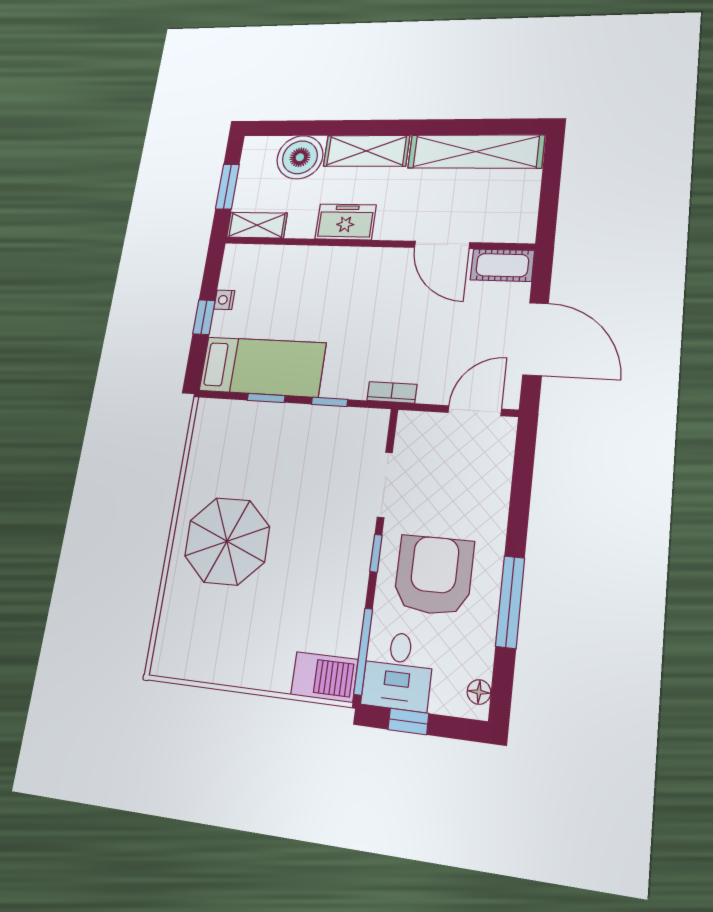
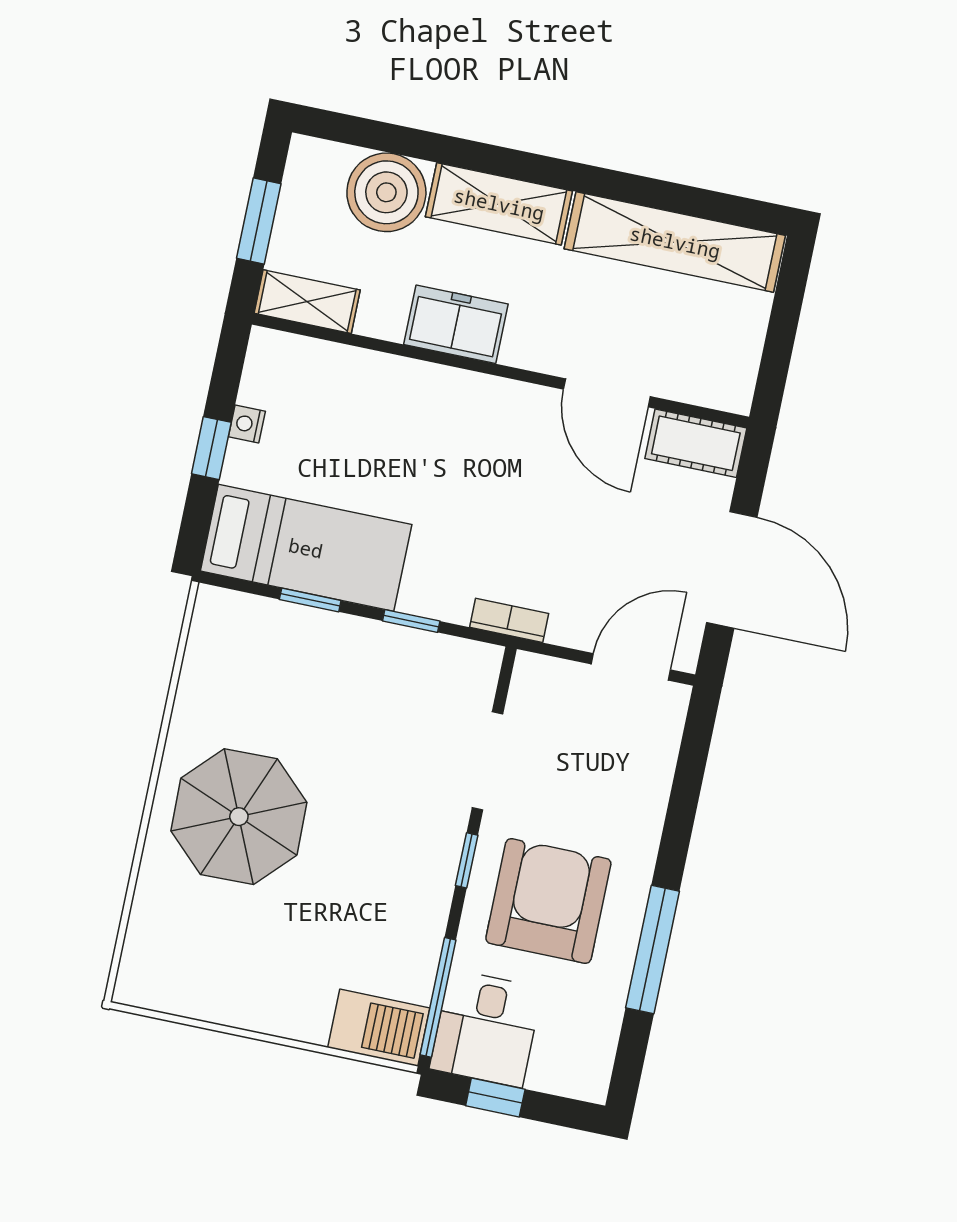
floor lamp: (479, 692) -> (597, 1066), removed

